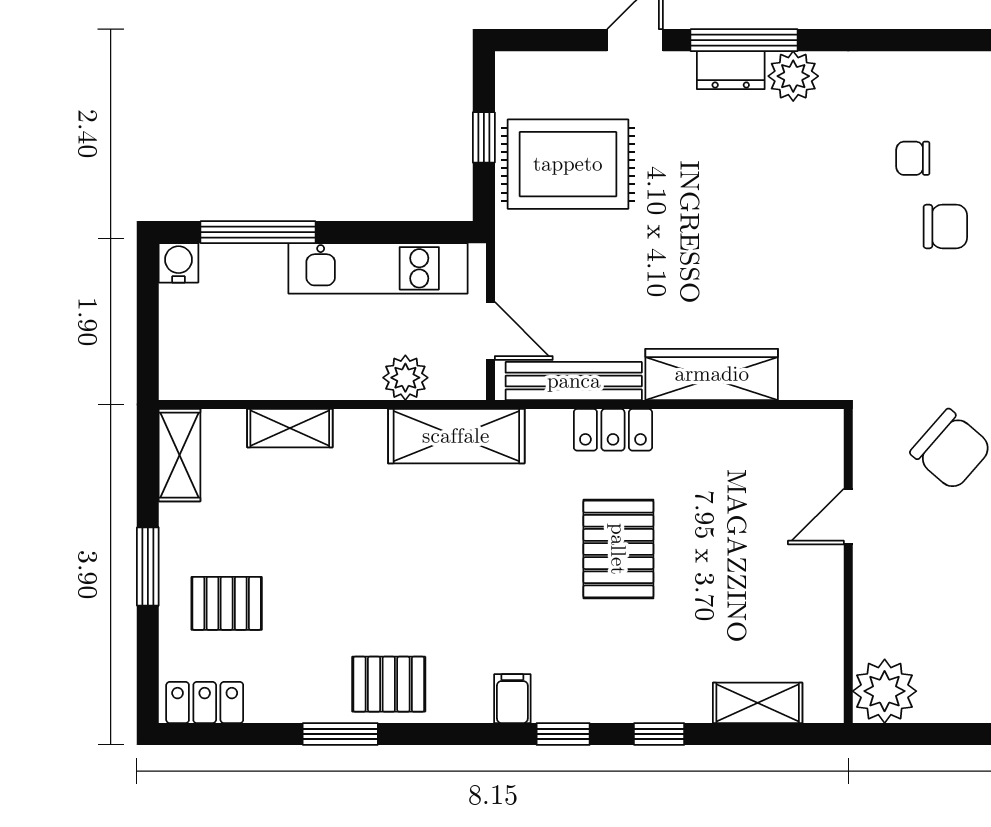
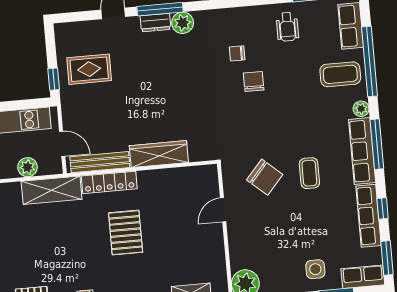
window: (484, 137) -> (54, 79), moved
rug: (568, 164) -> (89, 69), width x0.73, depth x0.70
chair: (945, 226) -> (254, 82), turned -90
locker: (613, 430) -> (109, 182), width x1.53

